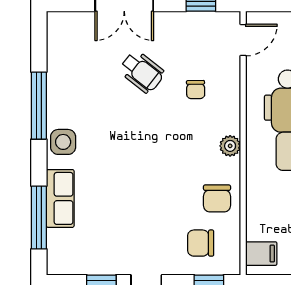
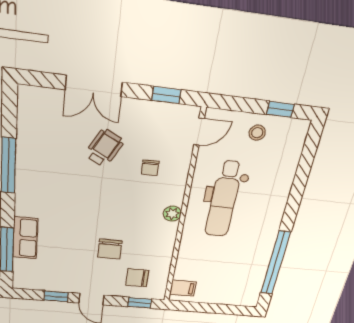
wheelchair: (142, 72) -> (104, 148), turned -100
side table: (63, 142) -> (29, 197), removed
chair: (217, 198) -> (110, 249), moved

